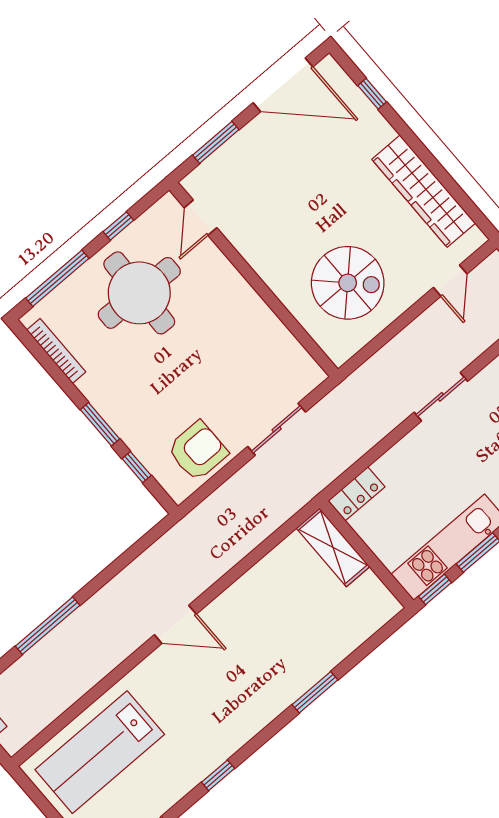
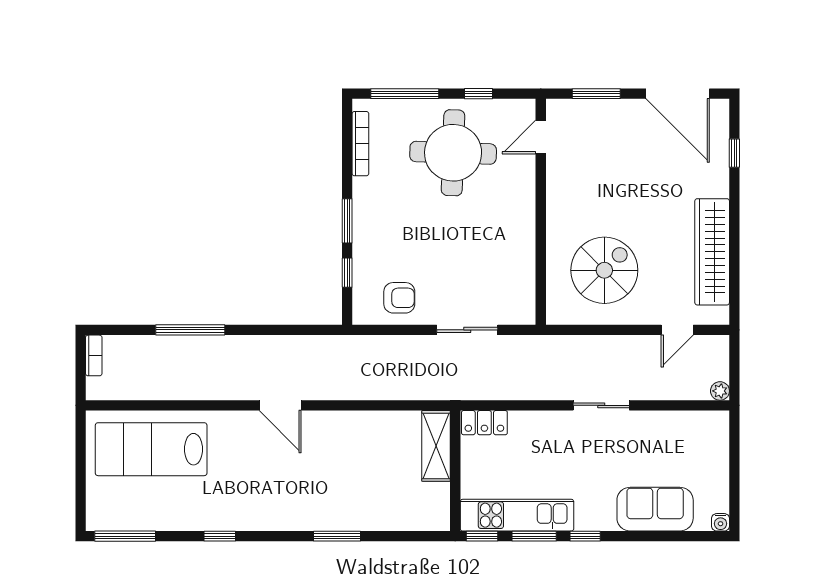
spiral stairs: (348, 283) -> (604, 270), turned -90
armchair: (198, 451) -> (399, 298), width x0.72, depth x0.72

